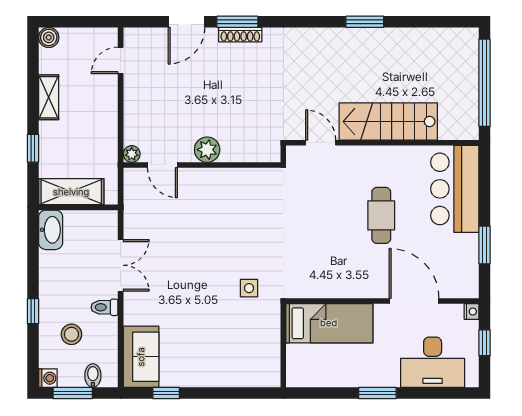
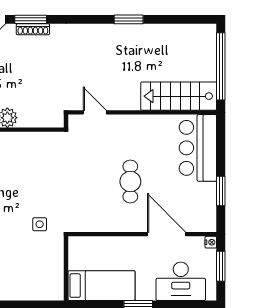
stairs: (388, 122) -> (179, 96), moved
cafe table: (381, 215) -> (130, 182), moved
bed: (329, 323) -> (101, 286), moved
window: (485, 343) -> (221, 266), width x1.50

